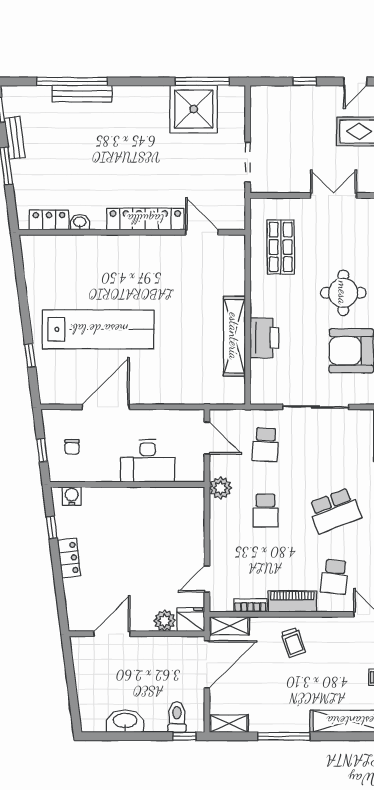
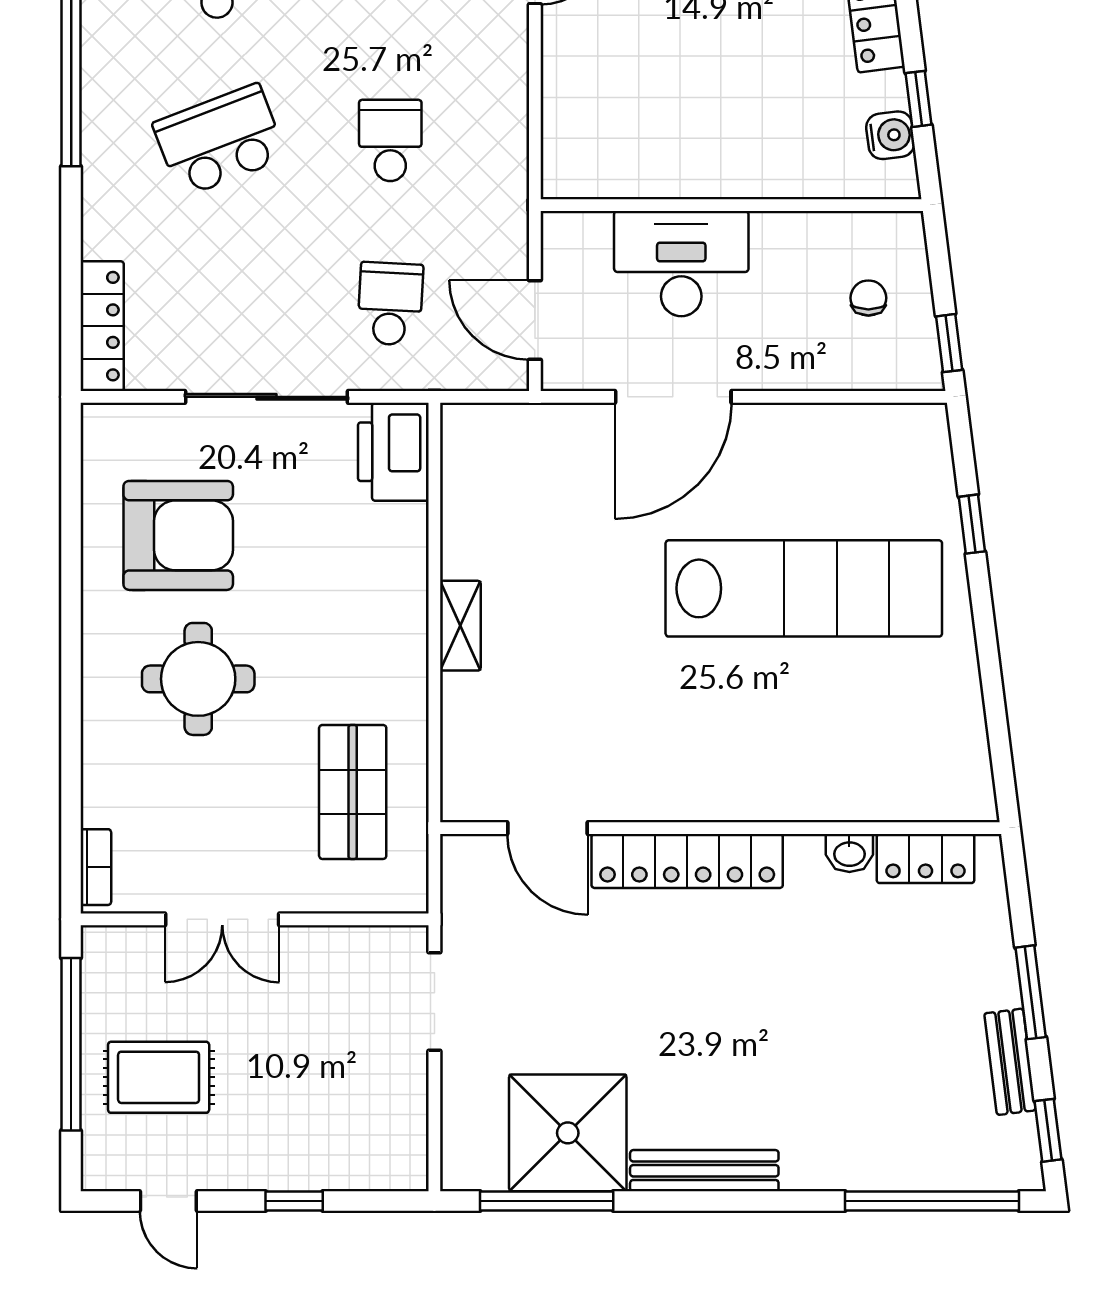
window: (72, 81) -> (932, 1201), moved
door: (355, 81) -> (168, 1201), swing flipped
bench: (82, 94) -> (704, 1171), moved
lab bench: (98, 329) -> (804, 588), turned 180
shelving: (234, 336) -> (460, 626), width x0.45, depth x0.75
printer: (264, 338) -> (393, 452), moved
door: (106, 407) -> (673, 397), moved
window: (42, 450) -> (949, 343), moved
plant: (221, 488) -> (501, 197), removed
water cooler: (72, 496) -> (890, 135), moved, turned -97

